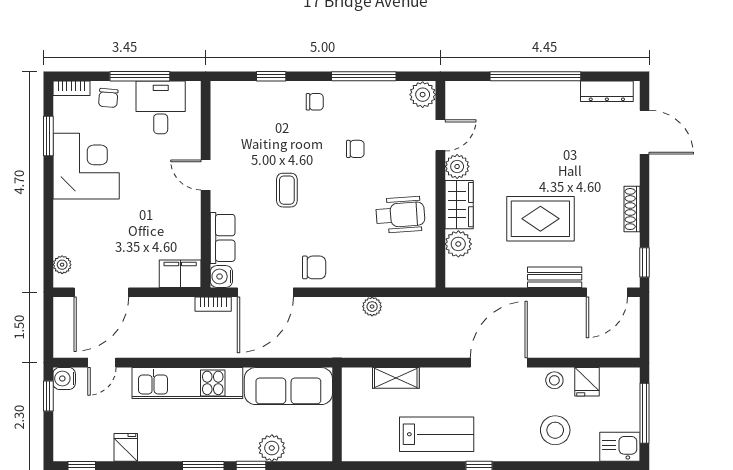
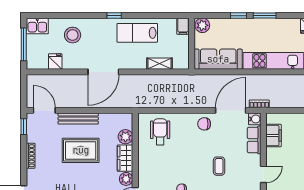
door: (206, 175) -> (263, 174), hinge flipped
wheelchair: (400, 215) -> (160, 132), moved, turned 94
filing cabinet: (180, 274) -> (273, 136), moved, turned -90
bench: (555, 277) -> (78, 119), width x1.36
door: (607, 292) -> (44, 110), hinge flipped
plant: (372, 307) -> (173, 103), removed
stool: (554, 380) -> (73, 62), removed
filing cabinet: (353, 446) -> (183, 26), added
plant: (272, 448) -> (202, 25), moved

